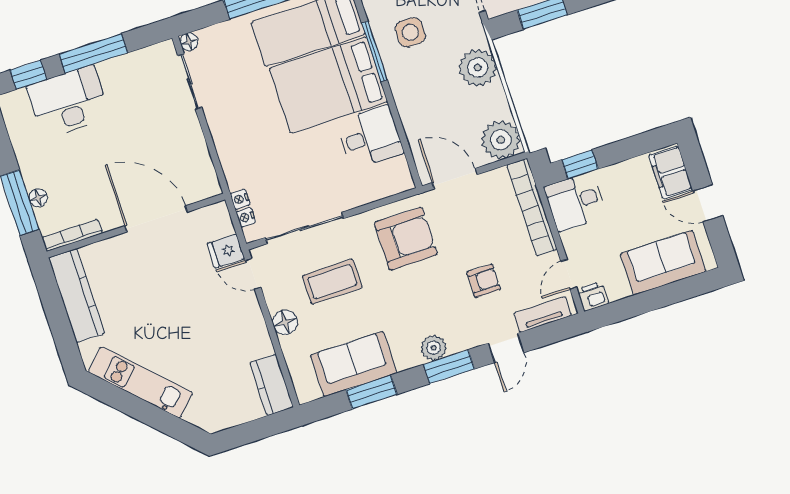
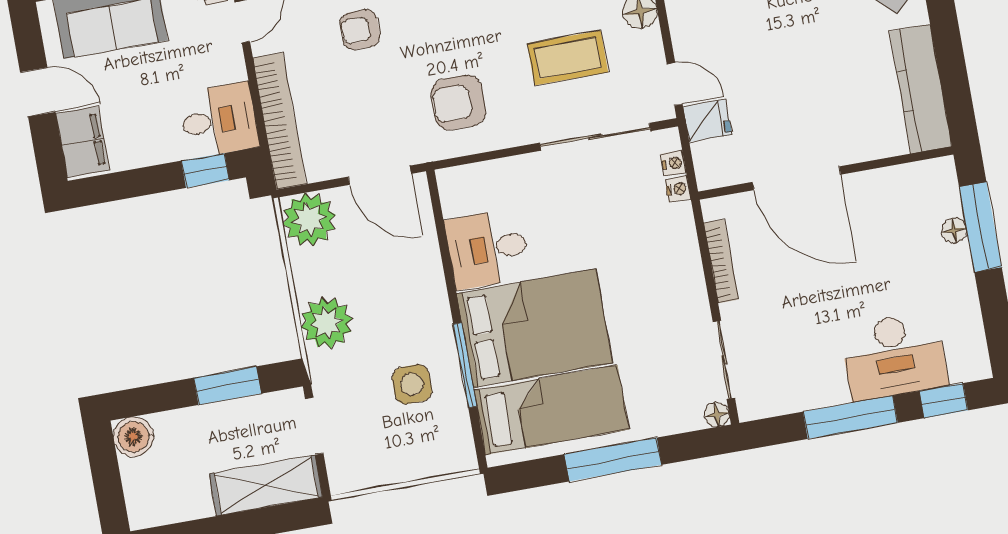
bookcase: (72, 235) -> (721, 261), moved, turned -90
armchair: (406, 239) -> (458, 102), width x0.73, depth x0.73

